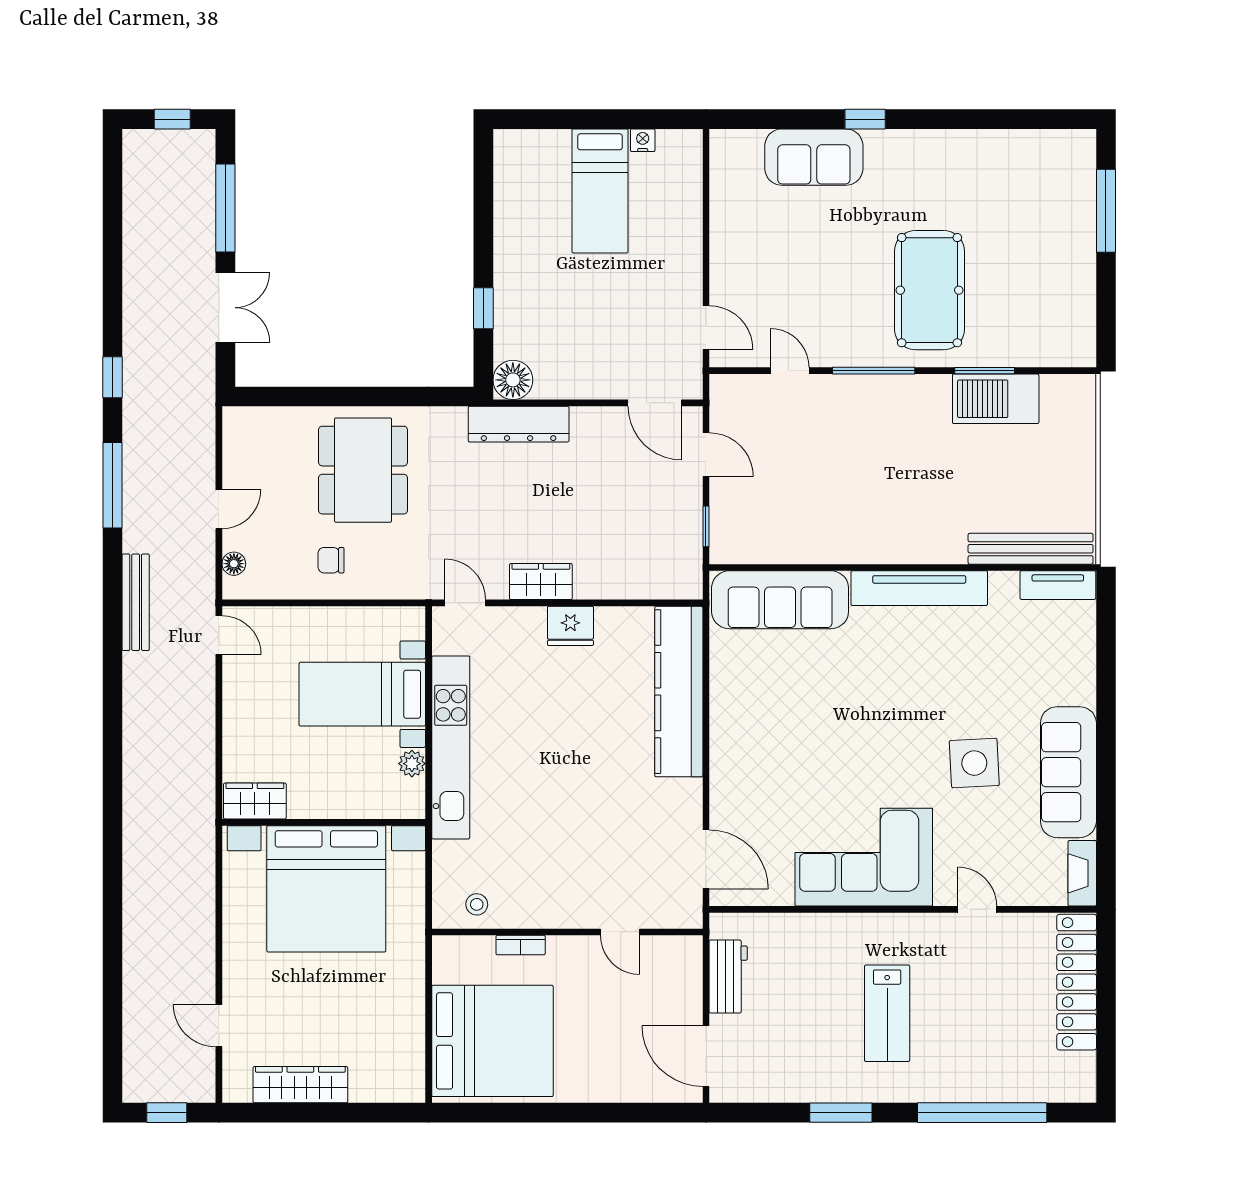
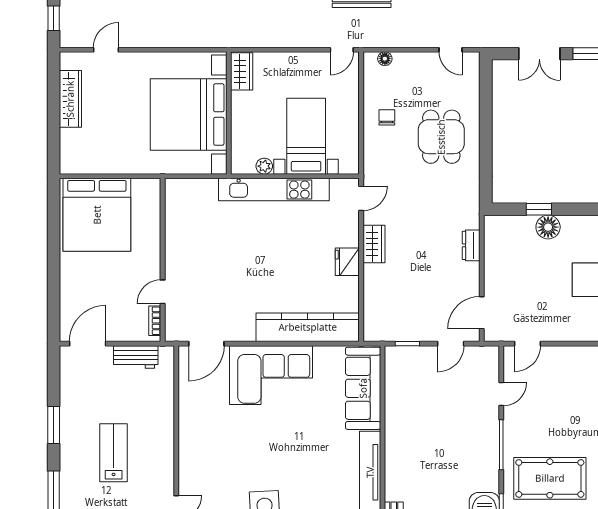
floor lamp: (513, 380) -> (548, 227), moved
dresser: (519, 424) -> (471, 245), width x0.51, depth x0.80
dining table: (363, 470) -> (441, 137), width x0.73
door: (219, 509) -> (451, 50), moved
corner sofa: (864, 857) -> (271, 375), moved, turned 90
stool: (477, 904) -> (179, 205), removed
bookcase: (521, 945) -> (155, 321), moved
lab bench: (887, 1013) -> (114, 453), turned 90

